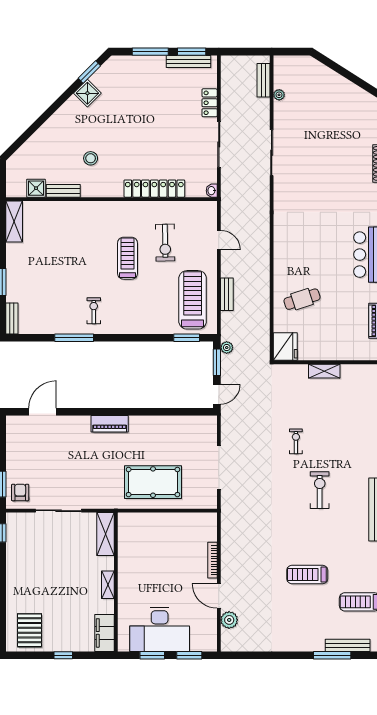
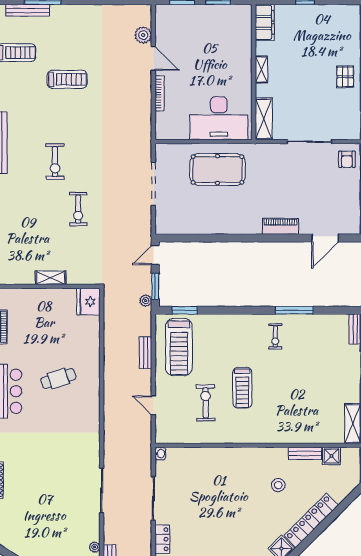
locker: (154, 189) -> (311, 520), moved, turned 135
cafe table: (302, 299) -> (58, 379), moved
piano: (110, 424) -> (280, 226), moved
exercise bike: (296, 441) -> (78, 209), width x1.38, depth x1.39
desk: (160, 629) -> (219, 118), moved, turned 180
pallet: (30, 630) -> (345, 77), moved, width x0.67, depth x0.71

